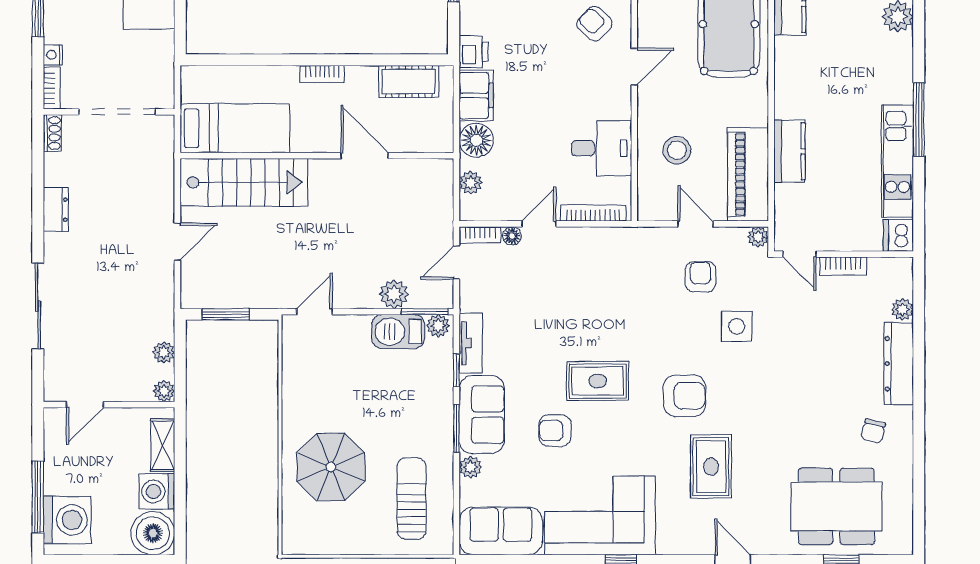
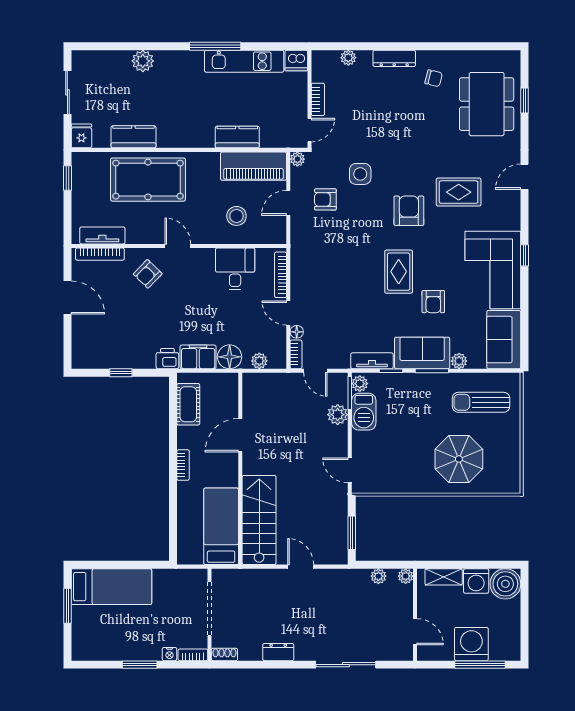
dresser: (899, 364) -> (394, 58), width x0.73, depth x0.80
washing machine: (67, 520) -> (471, 644), moved

